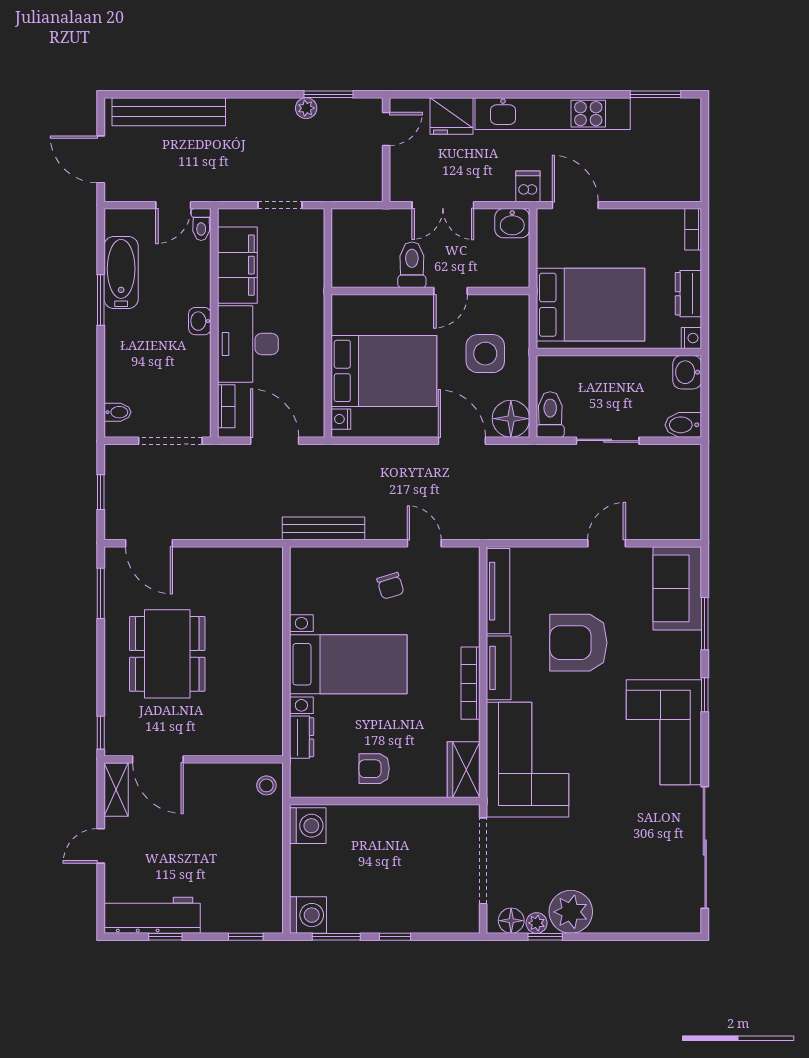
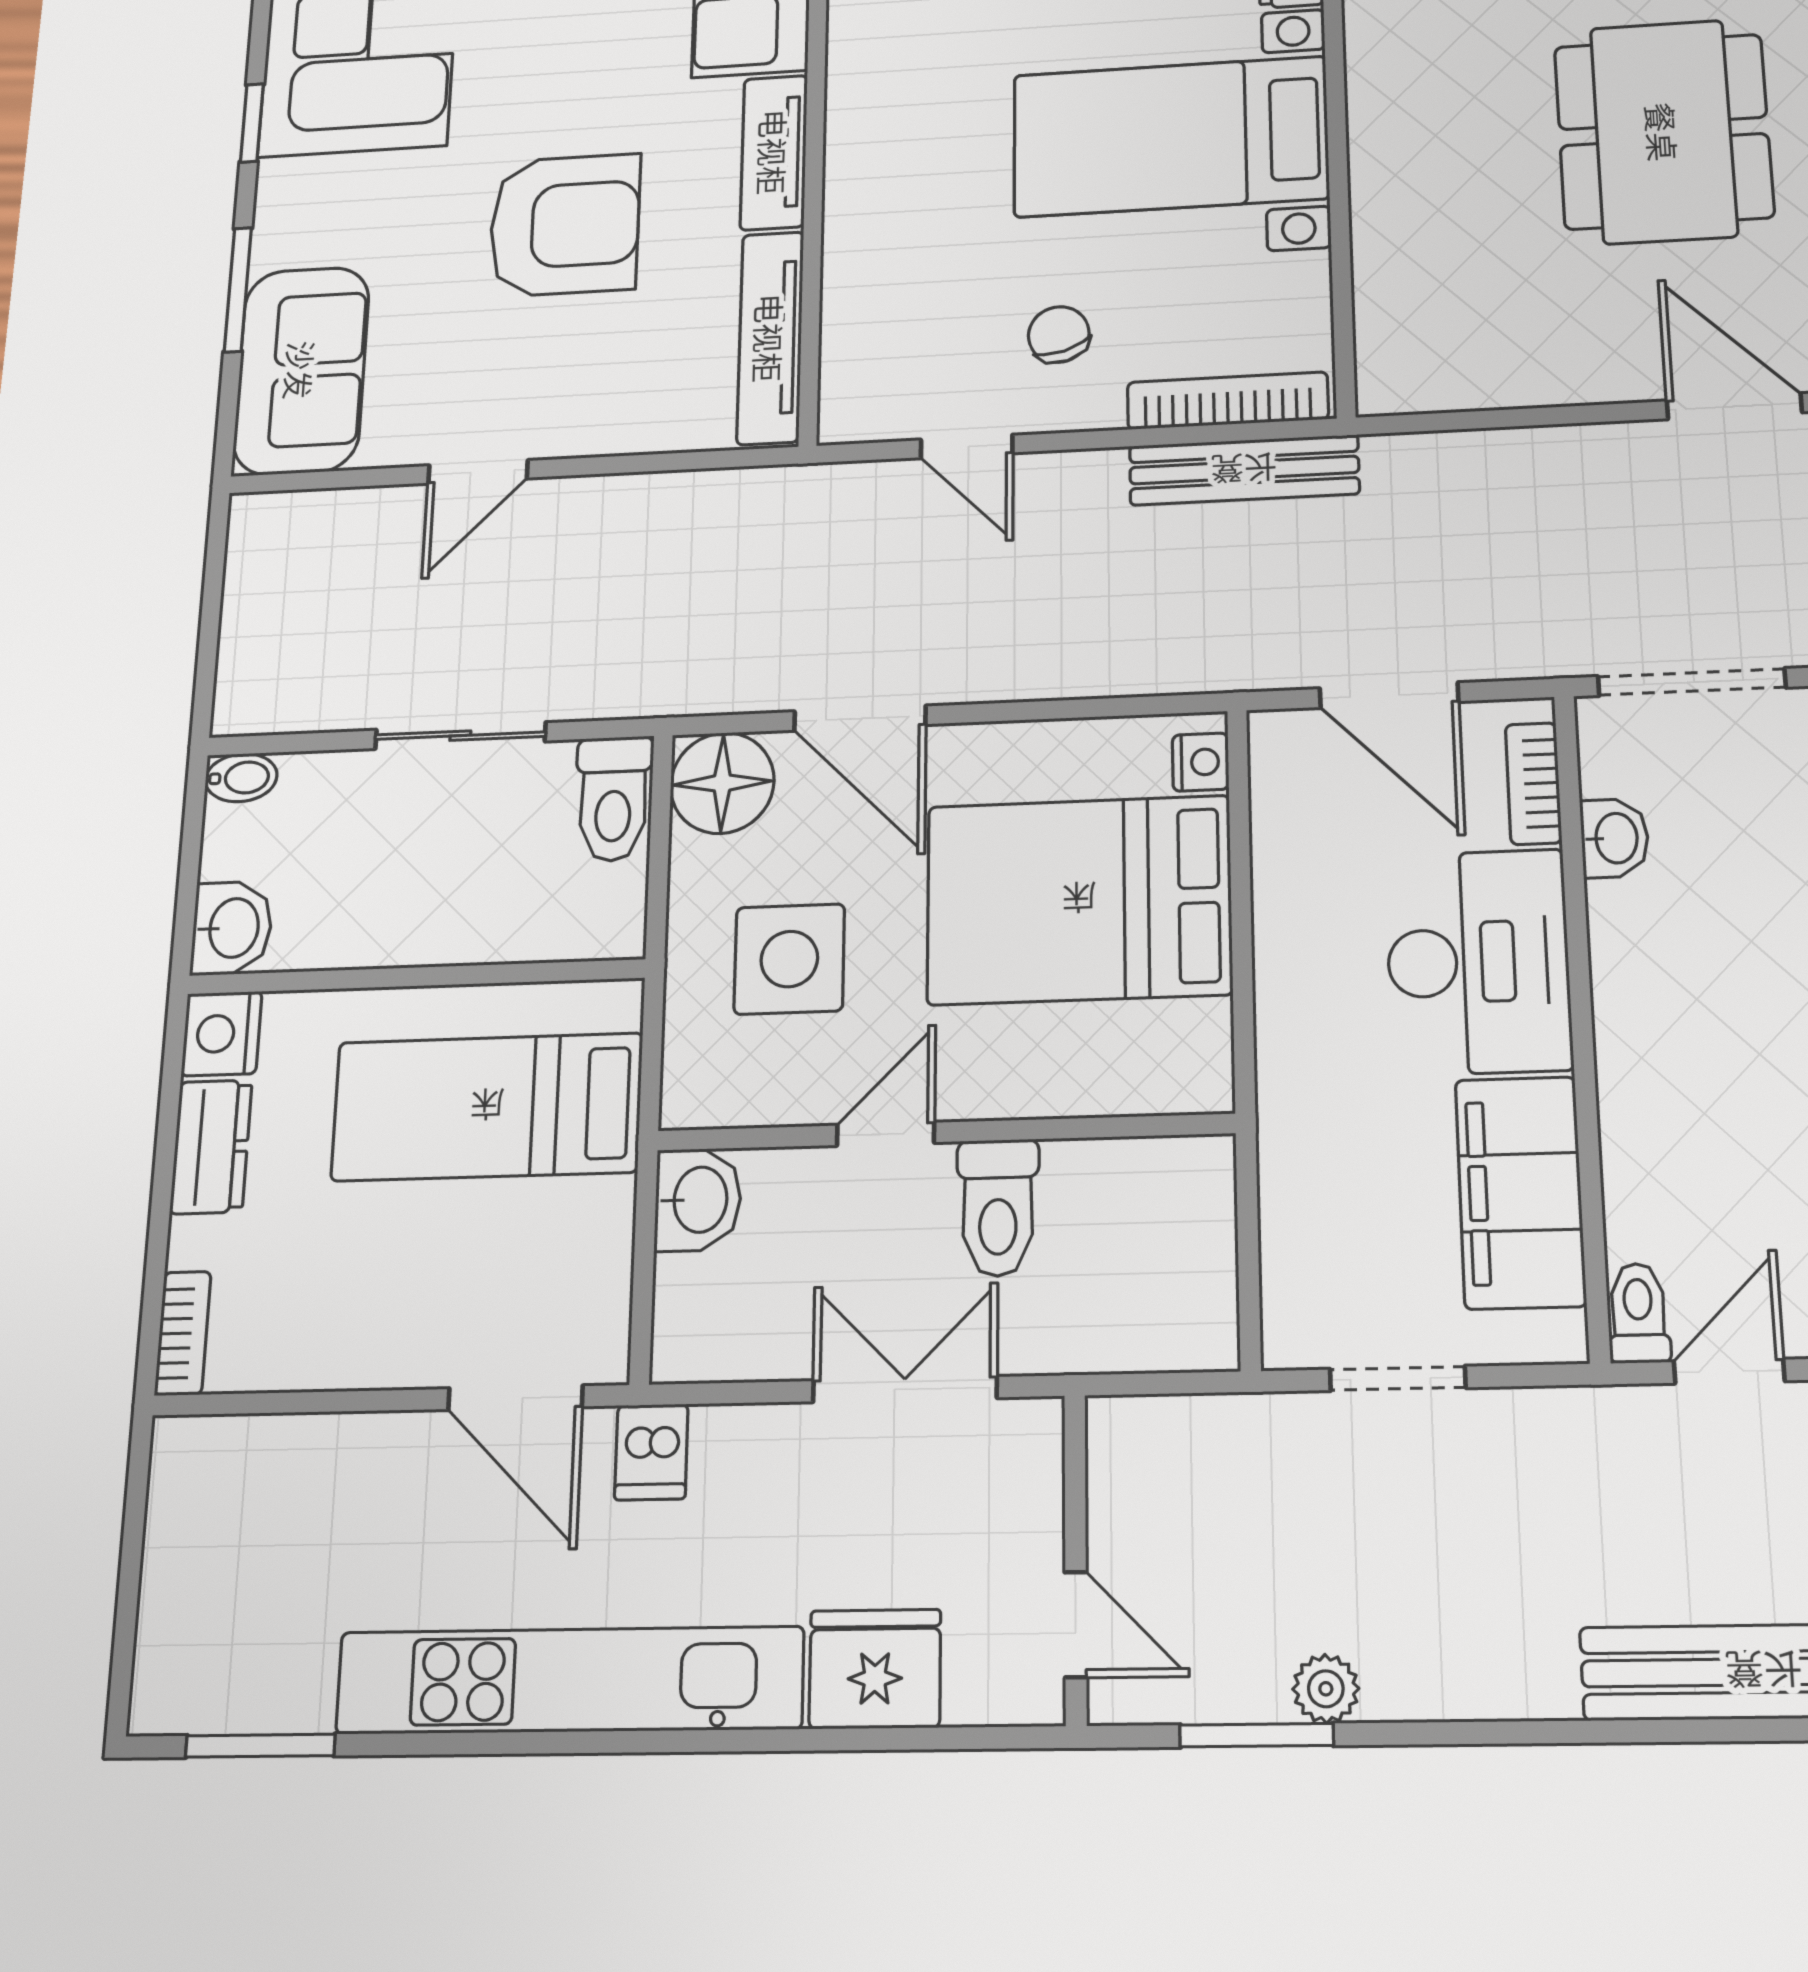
door: (386, 129) -> (1076, 1624), swing flipped
washbasin: (512, 223) -> (698, 1200), moved, turned 90
bed: (590, 305) -> (487, 1107), width x0.67
washbasin: (200, 321) -> (1615, 838), moved
nightstand: (691, 338) -> (222, 1034), width x1.39, depth x1.35
bidet: (683, 425) -> (241, 778), width x0.72, depth x0.74
bookcase: (470, 683) -> (1228, 401), moved, turned -90

